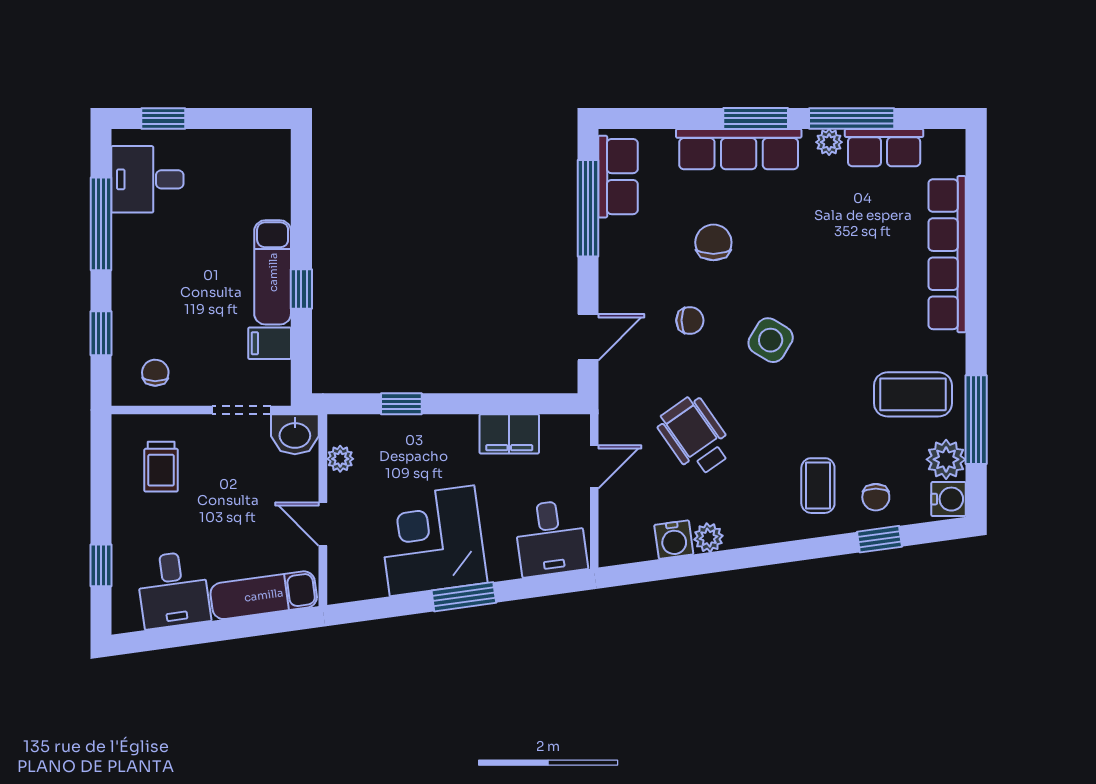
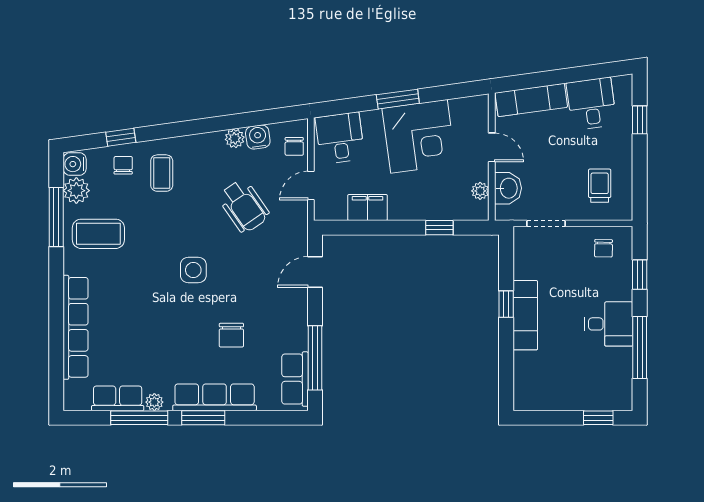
desk: (147, 179) -> (609, 324), moved
chair: (690, 320) -> (294, 146), moved, turned -90
side table: (771, 340) -> (193, 270), turned -31
filing cabinet: (270, 343) -> (527, 268), removed
washbasin: (295, 434) -> (508, 188), moved, turned 90

